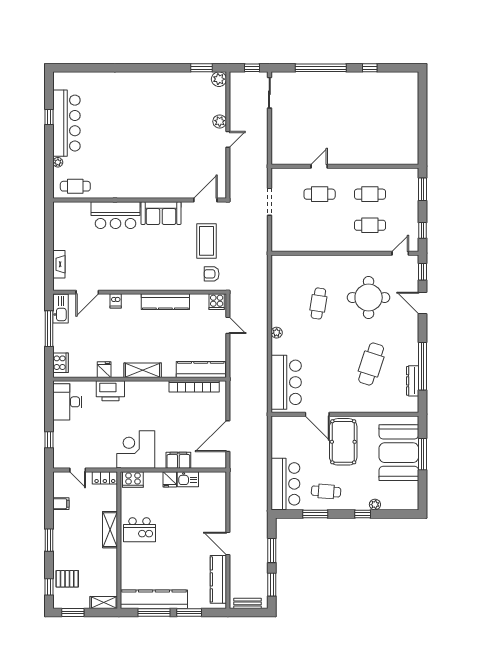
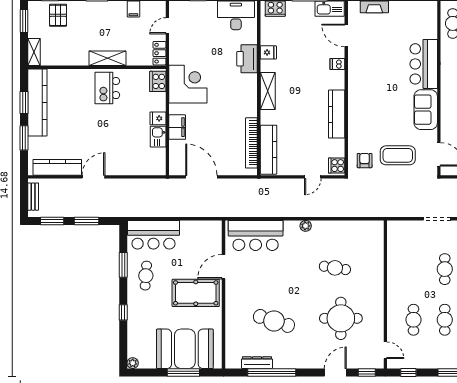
plant: (375, 505) -> (133, 363), moved
window: (154, 613) -> (24, 103), width x0.69

